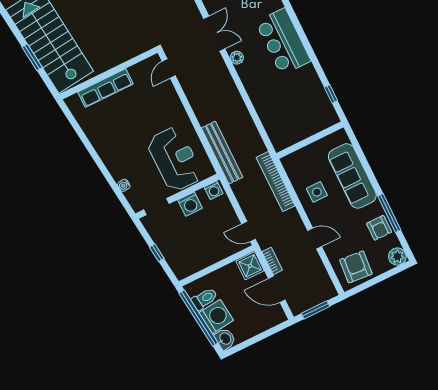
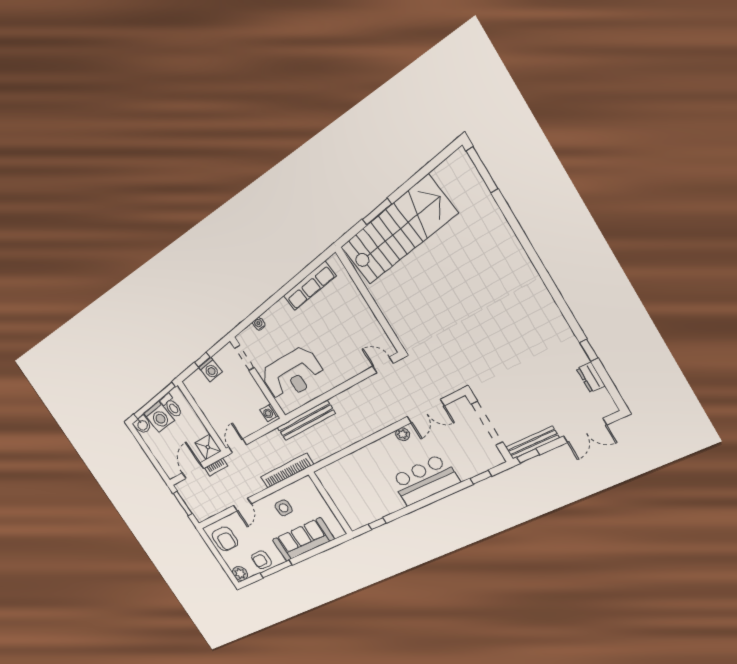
row of seats: (105, 88) -> (310, 286), moved, turned -96
washing machine: (190, 204) -> (210, 370), moved, turned -96
armchair: (356, 267) -> (225, 539), turned 85

